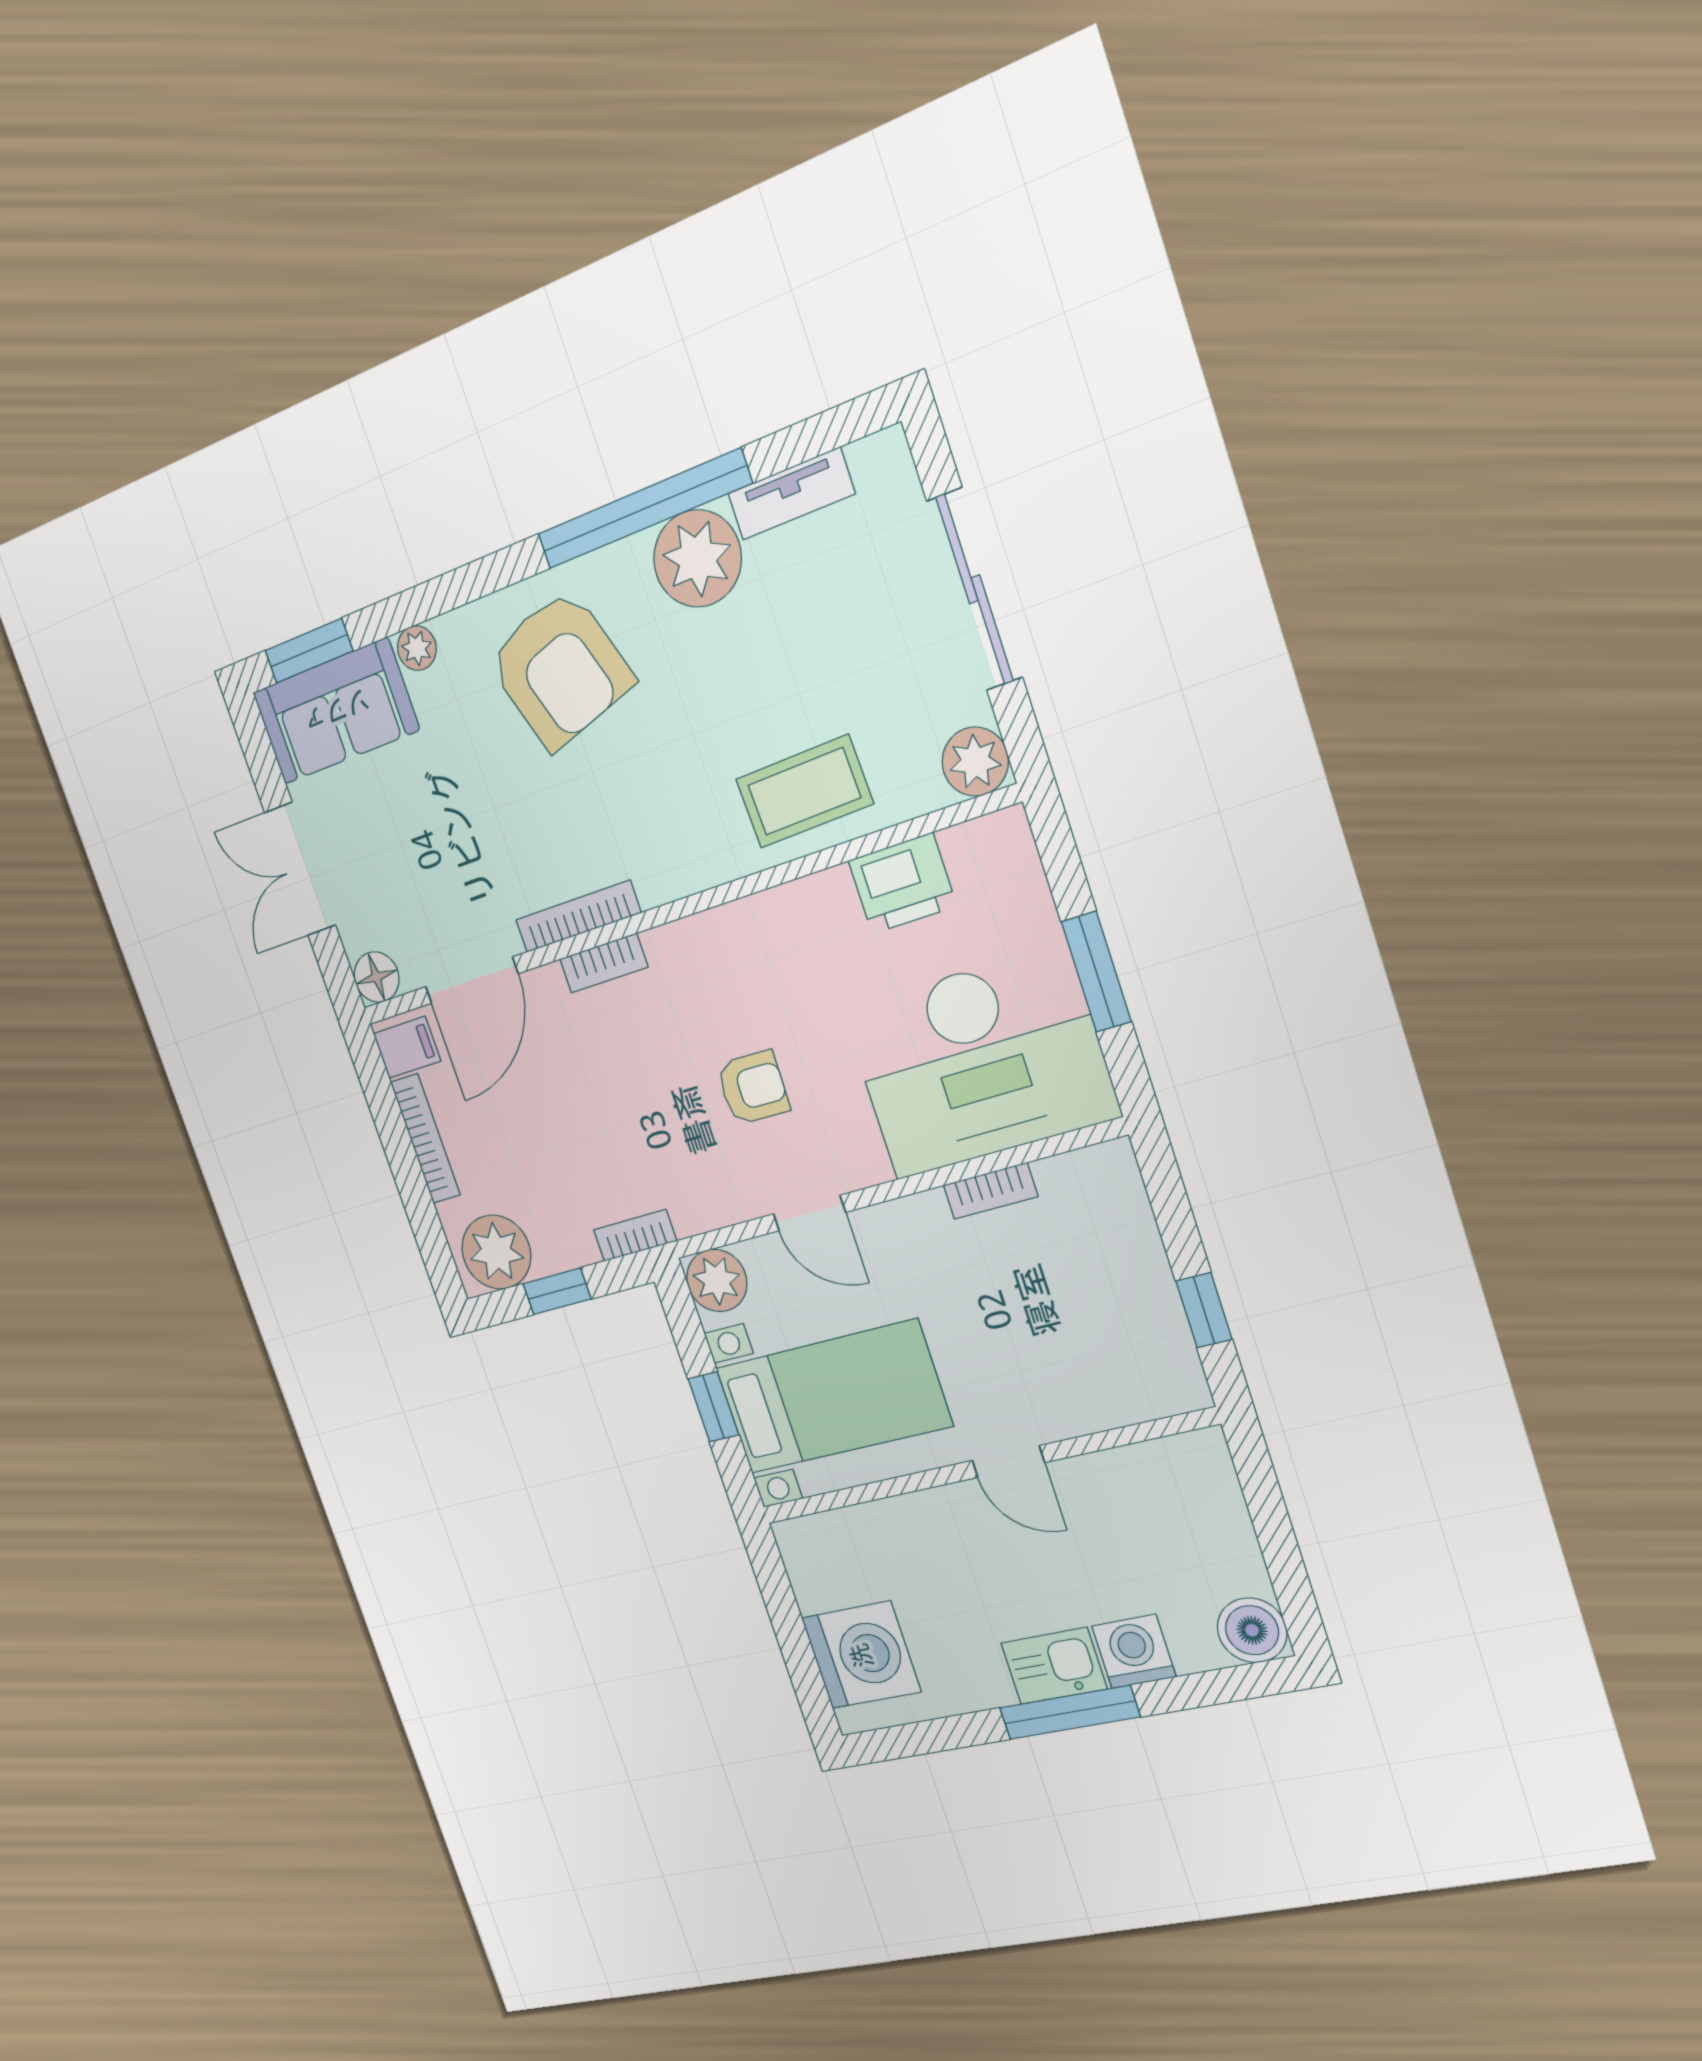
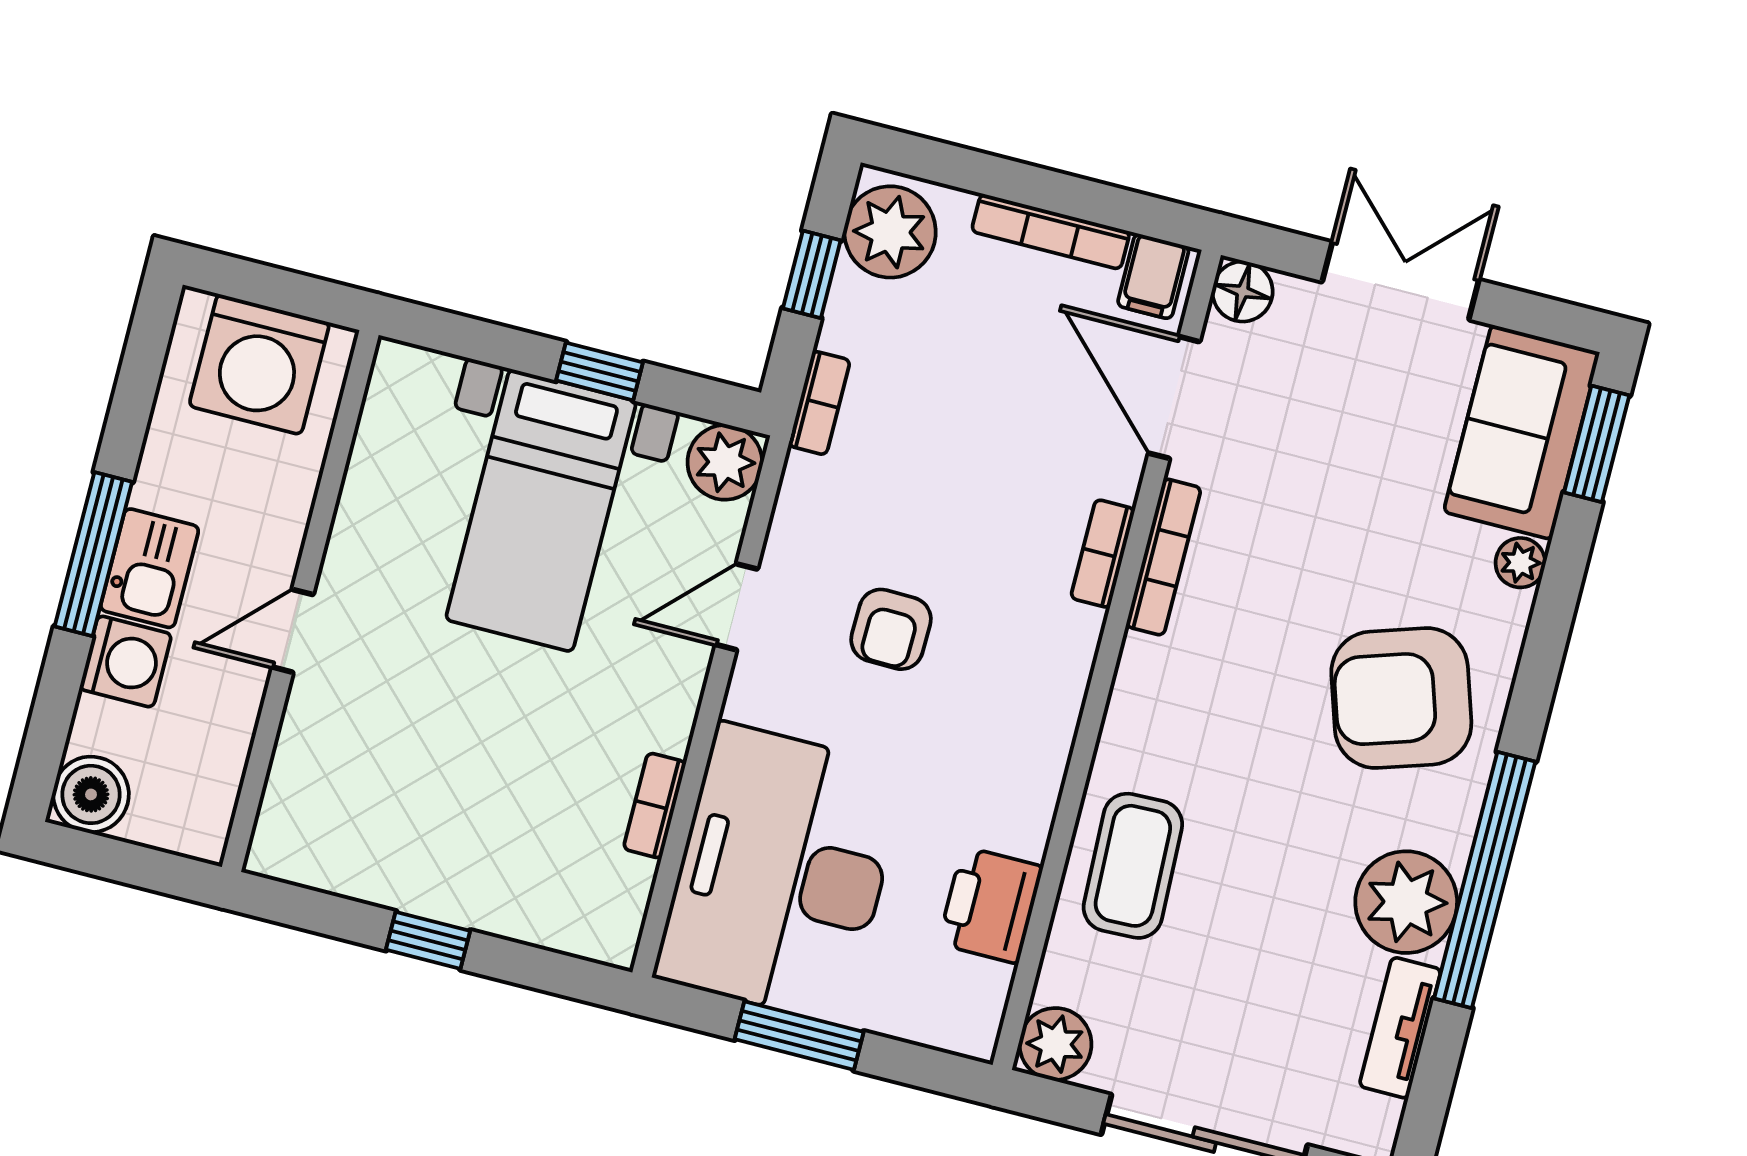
door: (1008, 1462) -> (293, 631), moved
wall: (983, 1467) -> (300, 601), moved

